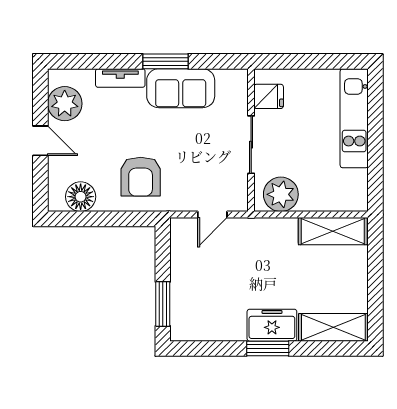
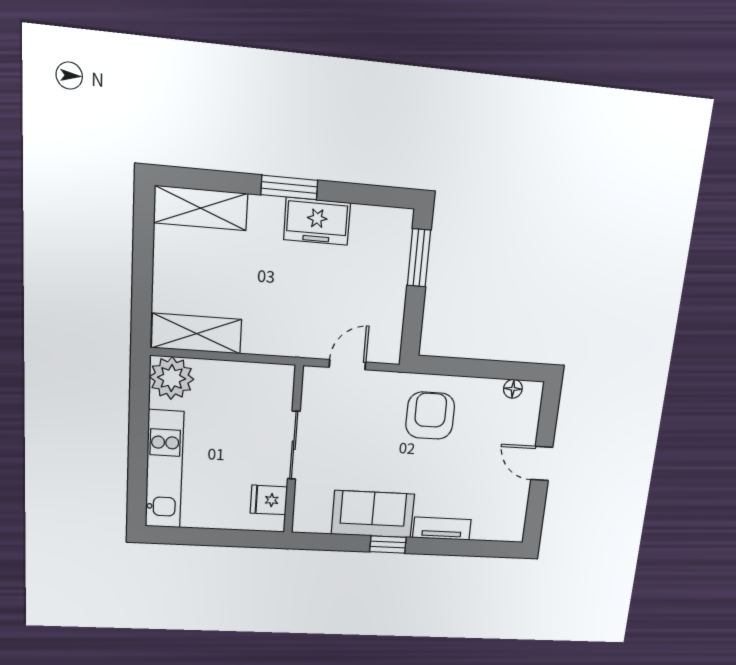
window: (165, 61) -> (388, 545), width x0.67
plant: (65, 104) -> (509, 503), removed
plant: (281, 194) -> (172, 378), moved
floor lamp: (81, 197) -> (513, 389), width x0.53, depth x0.53
freezer: (272, 325) -> (317, 221), moved

